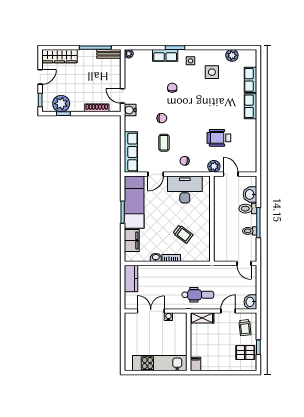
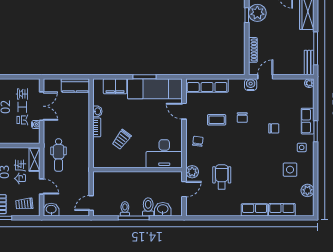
desk: (185, 189) -> (164, 154), moved, turned 90

